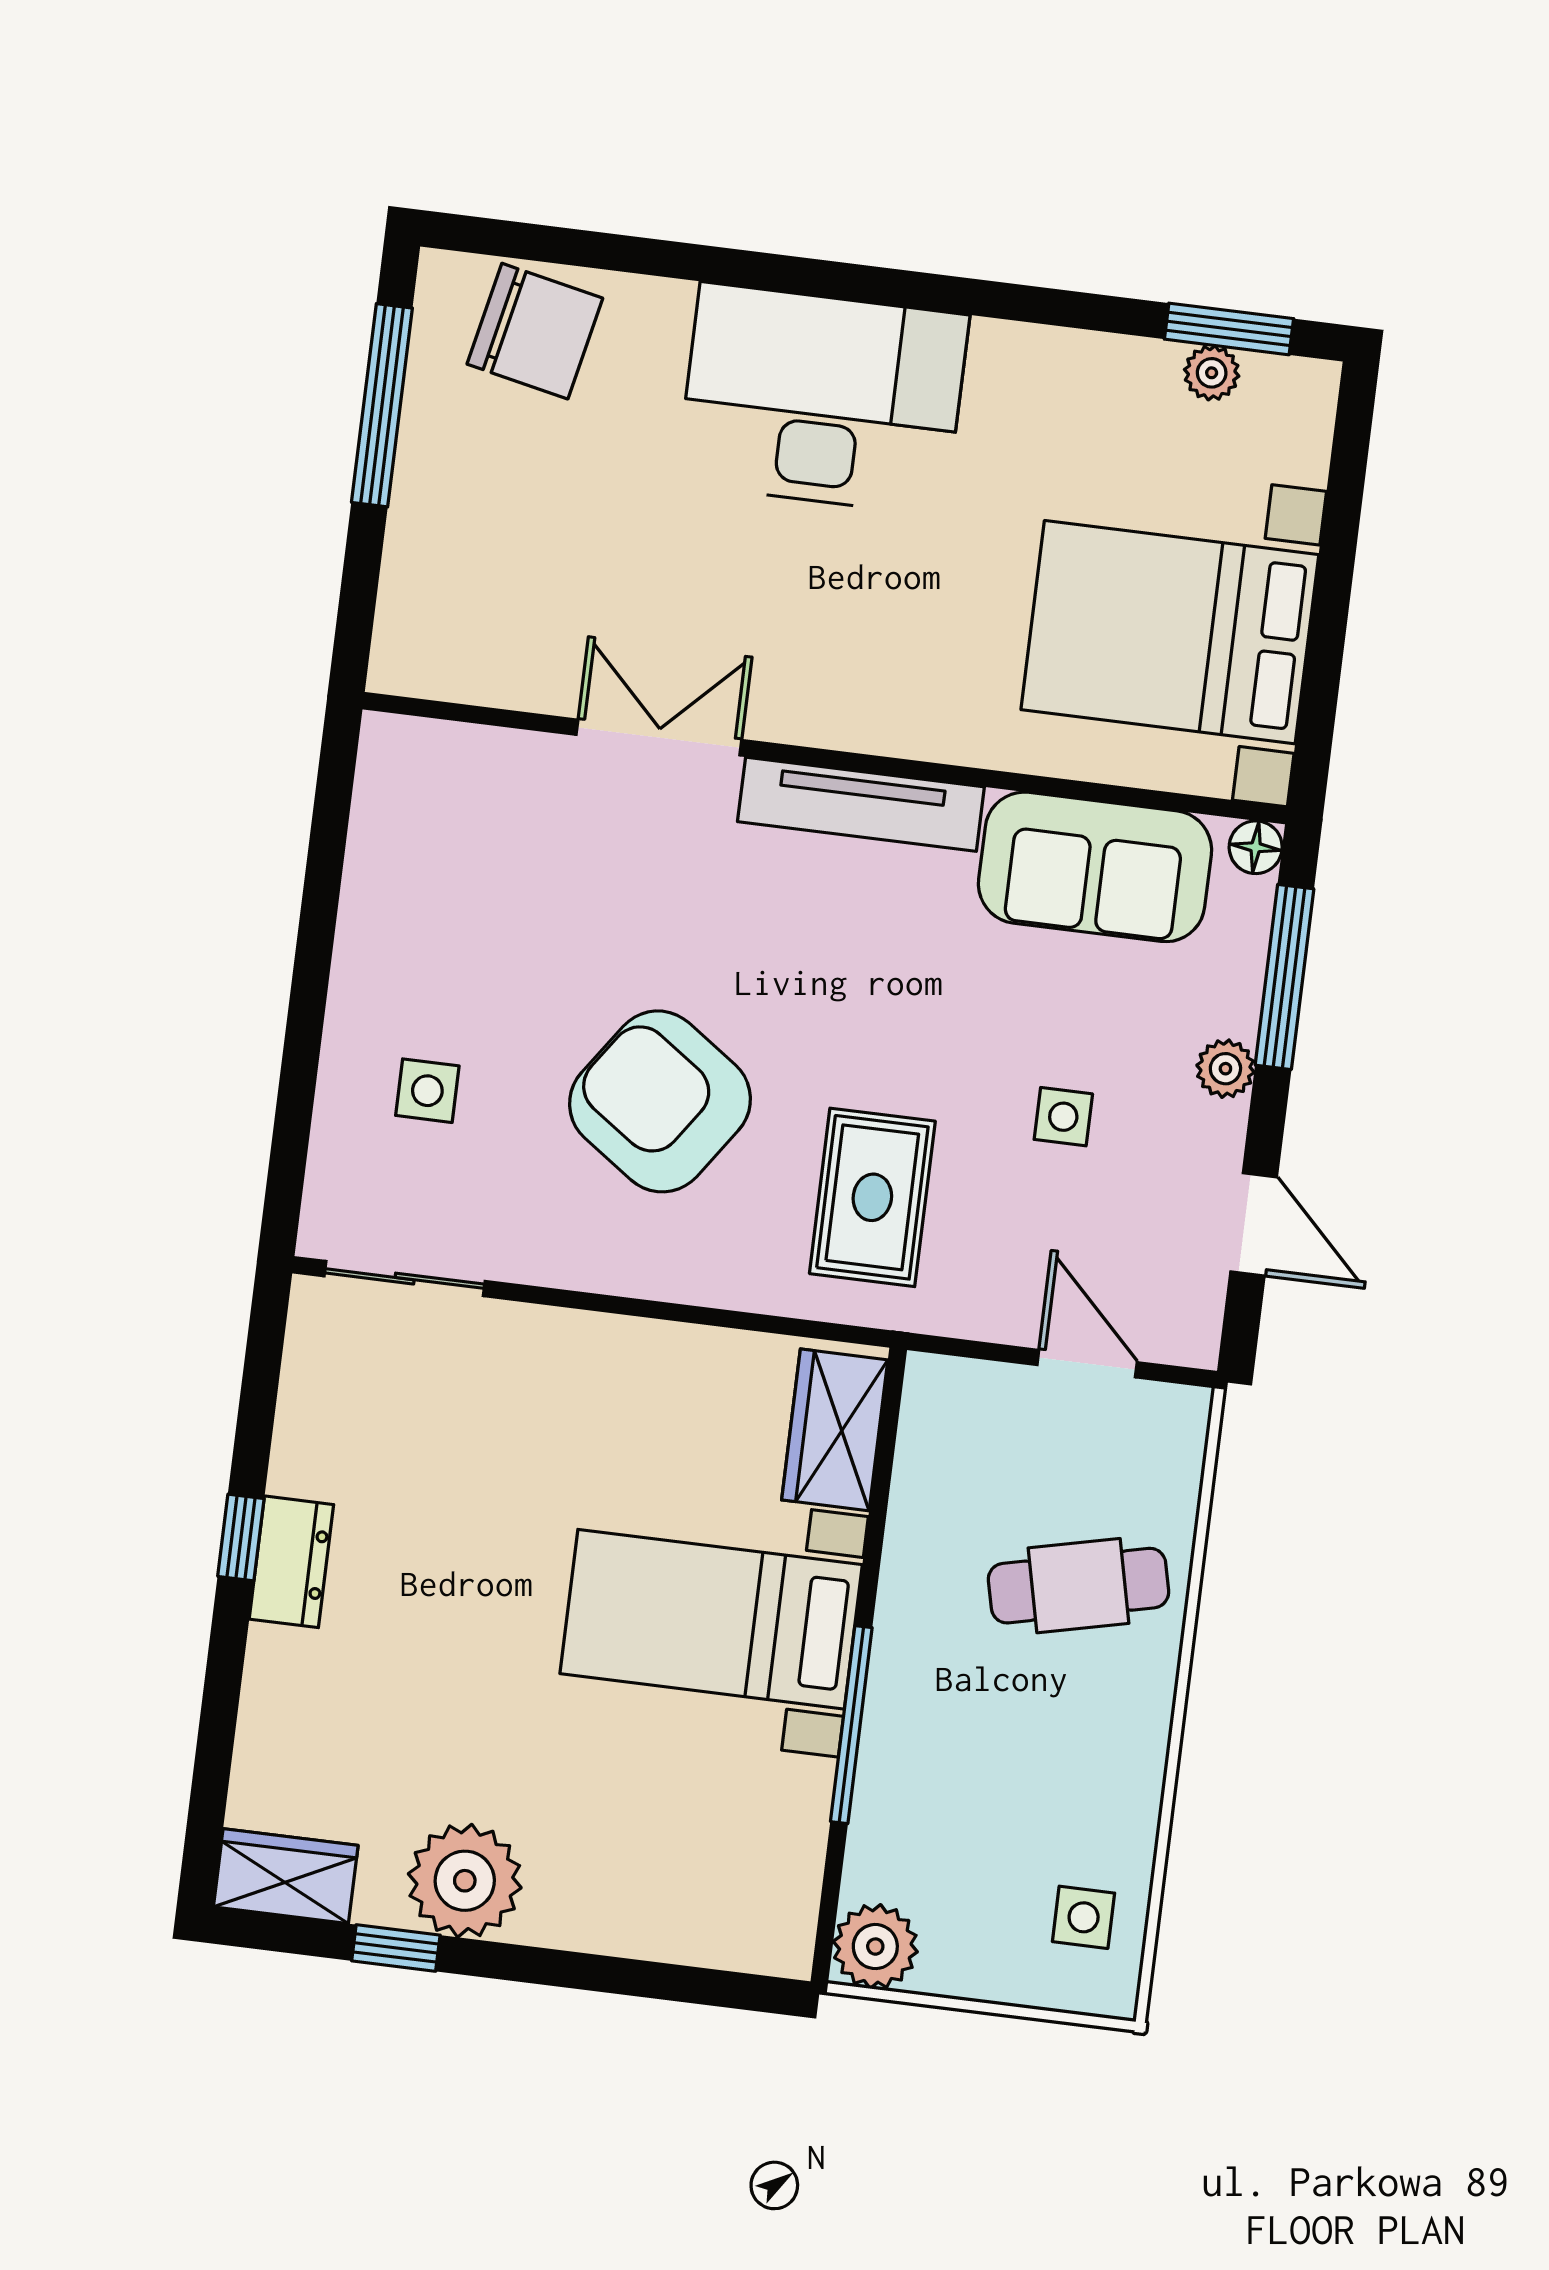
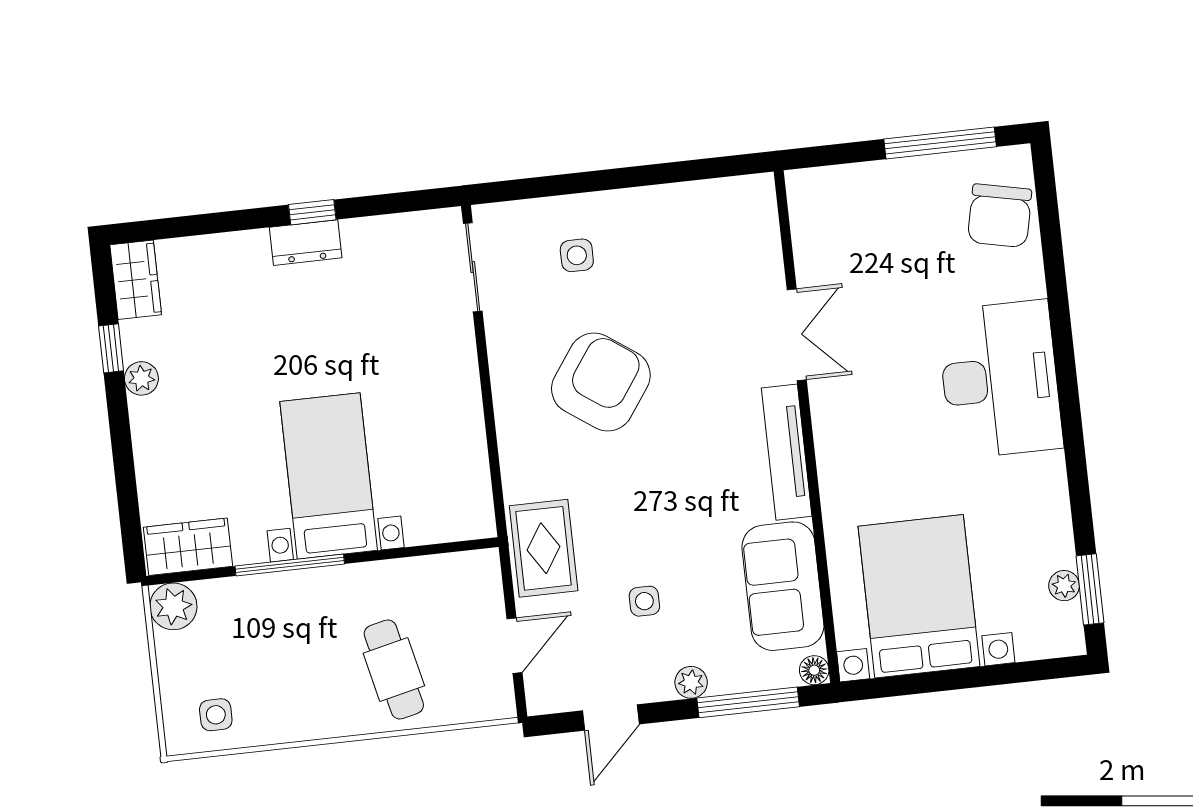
rug: (872, 1197) -> (544, 548), moved, turned 90
wardrobe: (835, 1430) -> (188, 547), moved
plant: (465, 1881) -> (141, 378), width x0.53, depth x0.53

